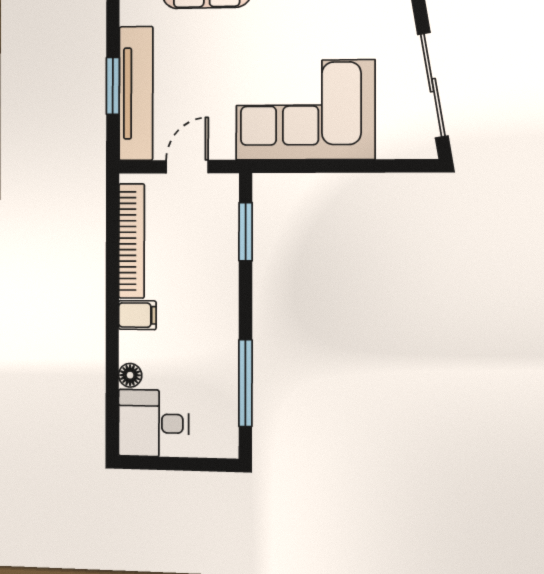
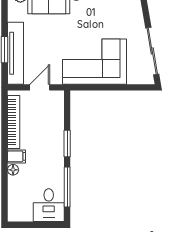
window: (246, 232) -> (67, 143), moved
floor lamp: (130, 375) -> (13, 170), moved
desk: (153, 423) -> (49, 205), moved, turned -90

